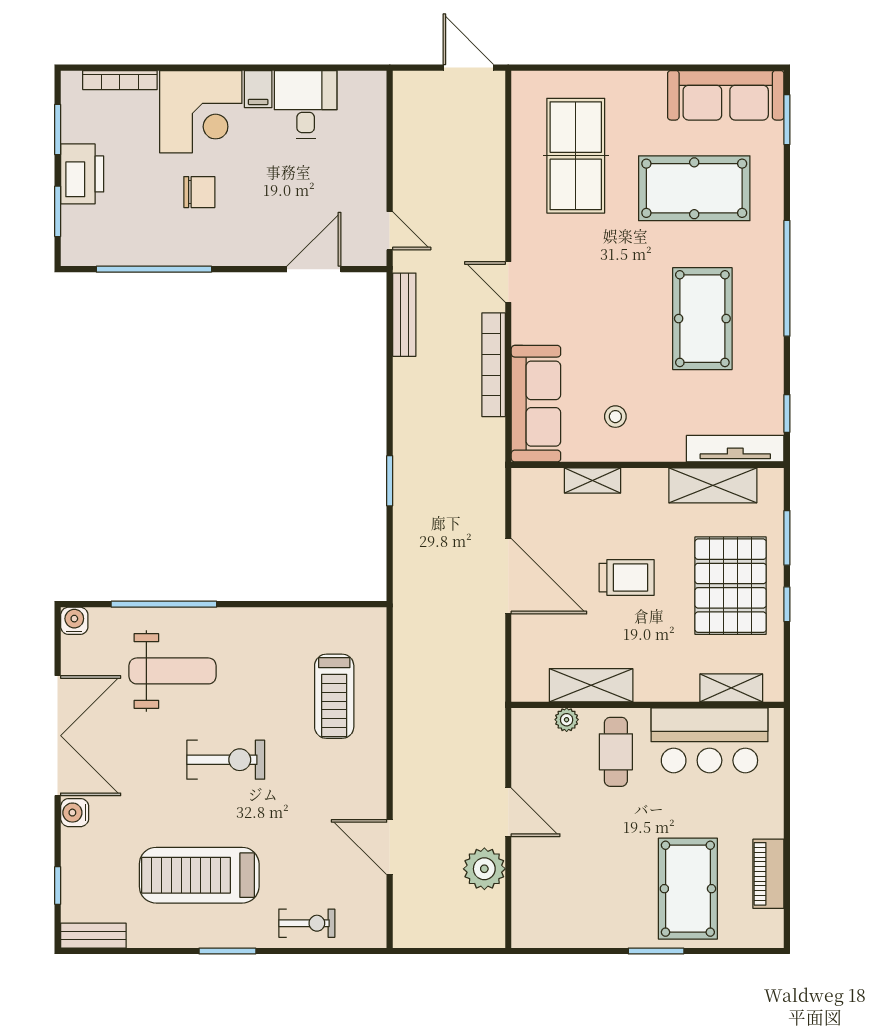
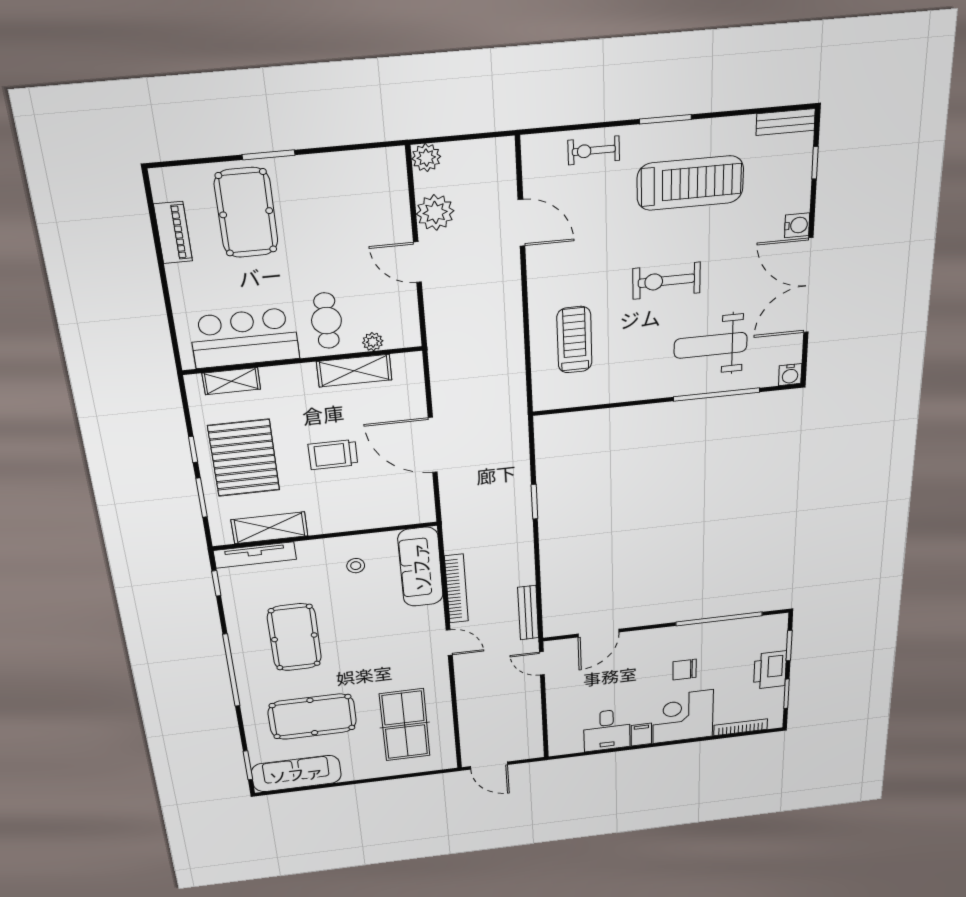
shelving: (593, 480) -> (369, 520), removed
plant: (489, 932) -> (426, 158), added

